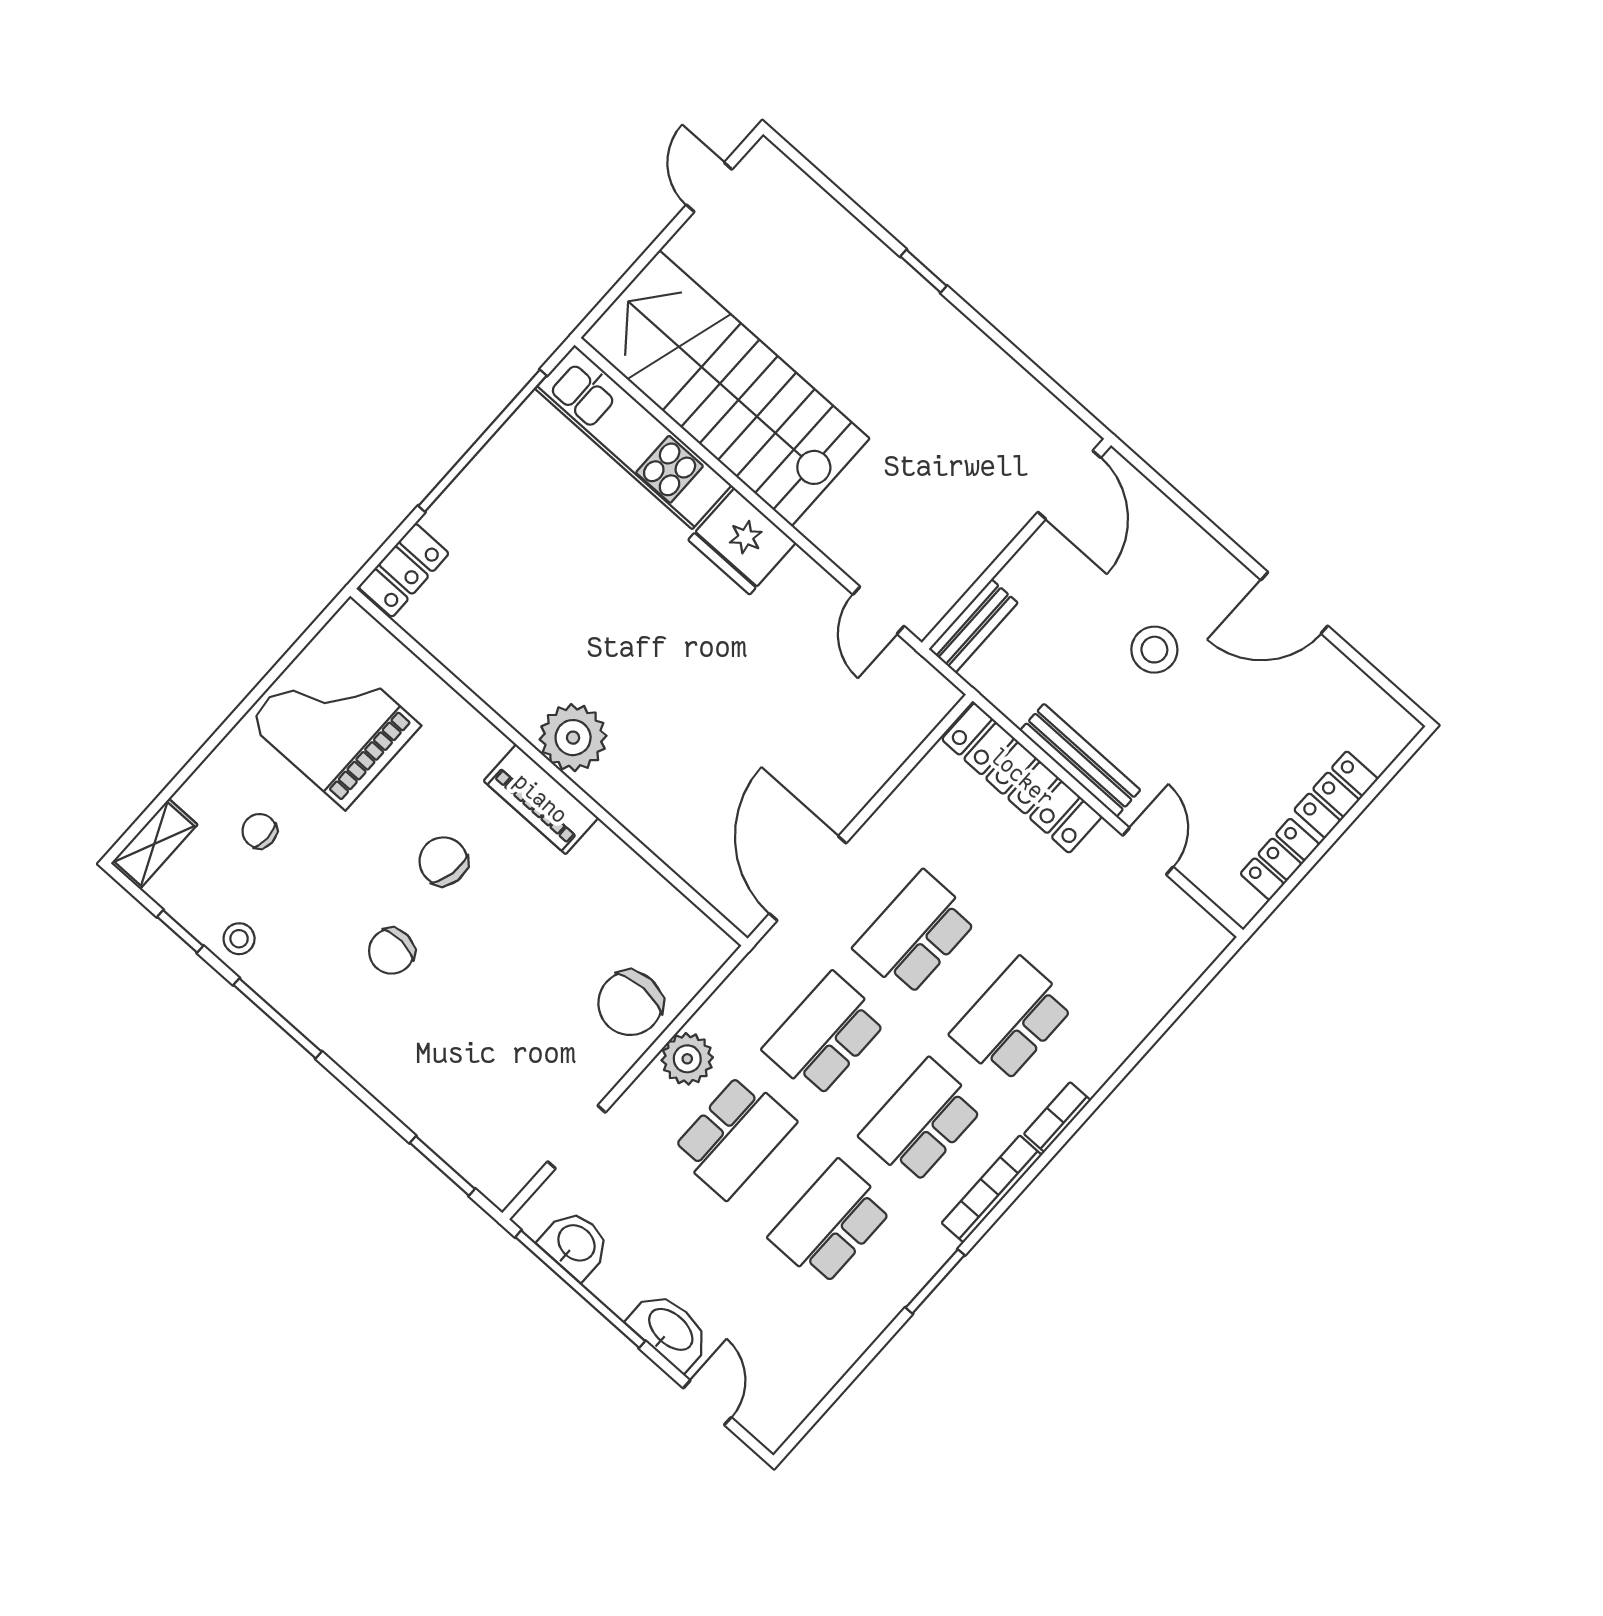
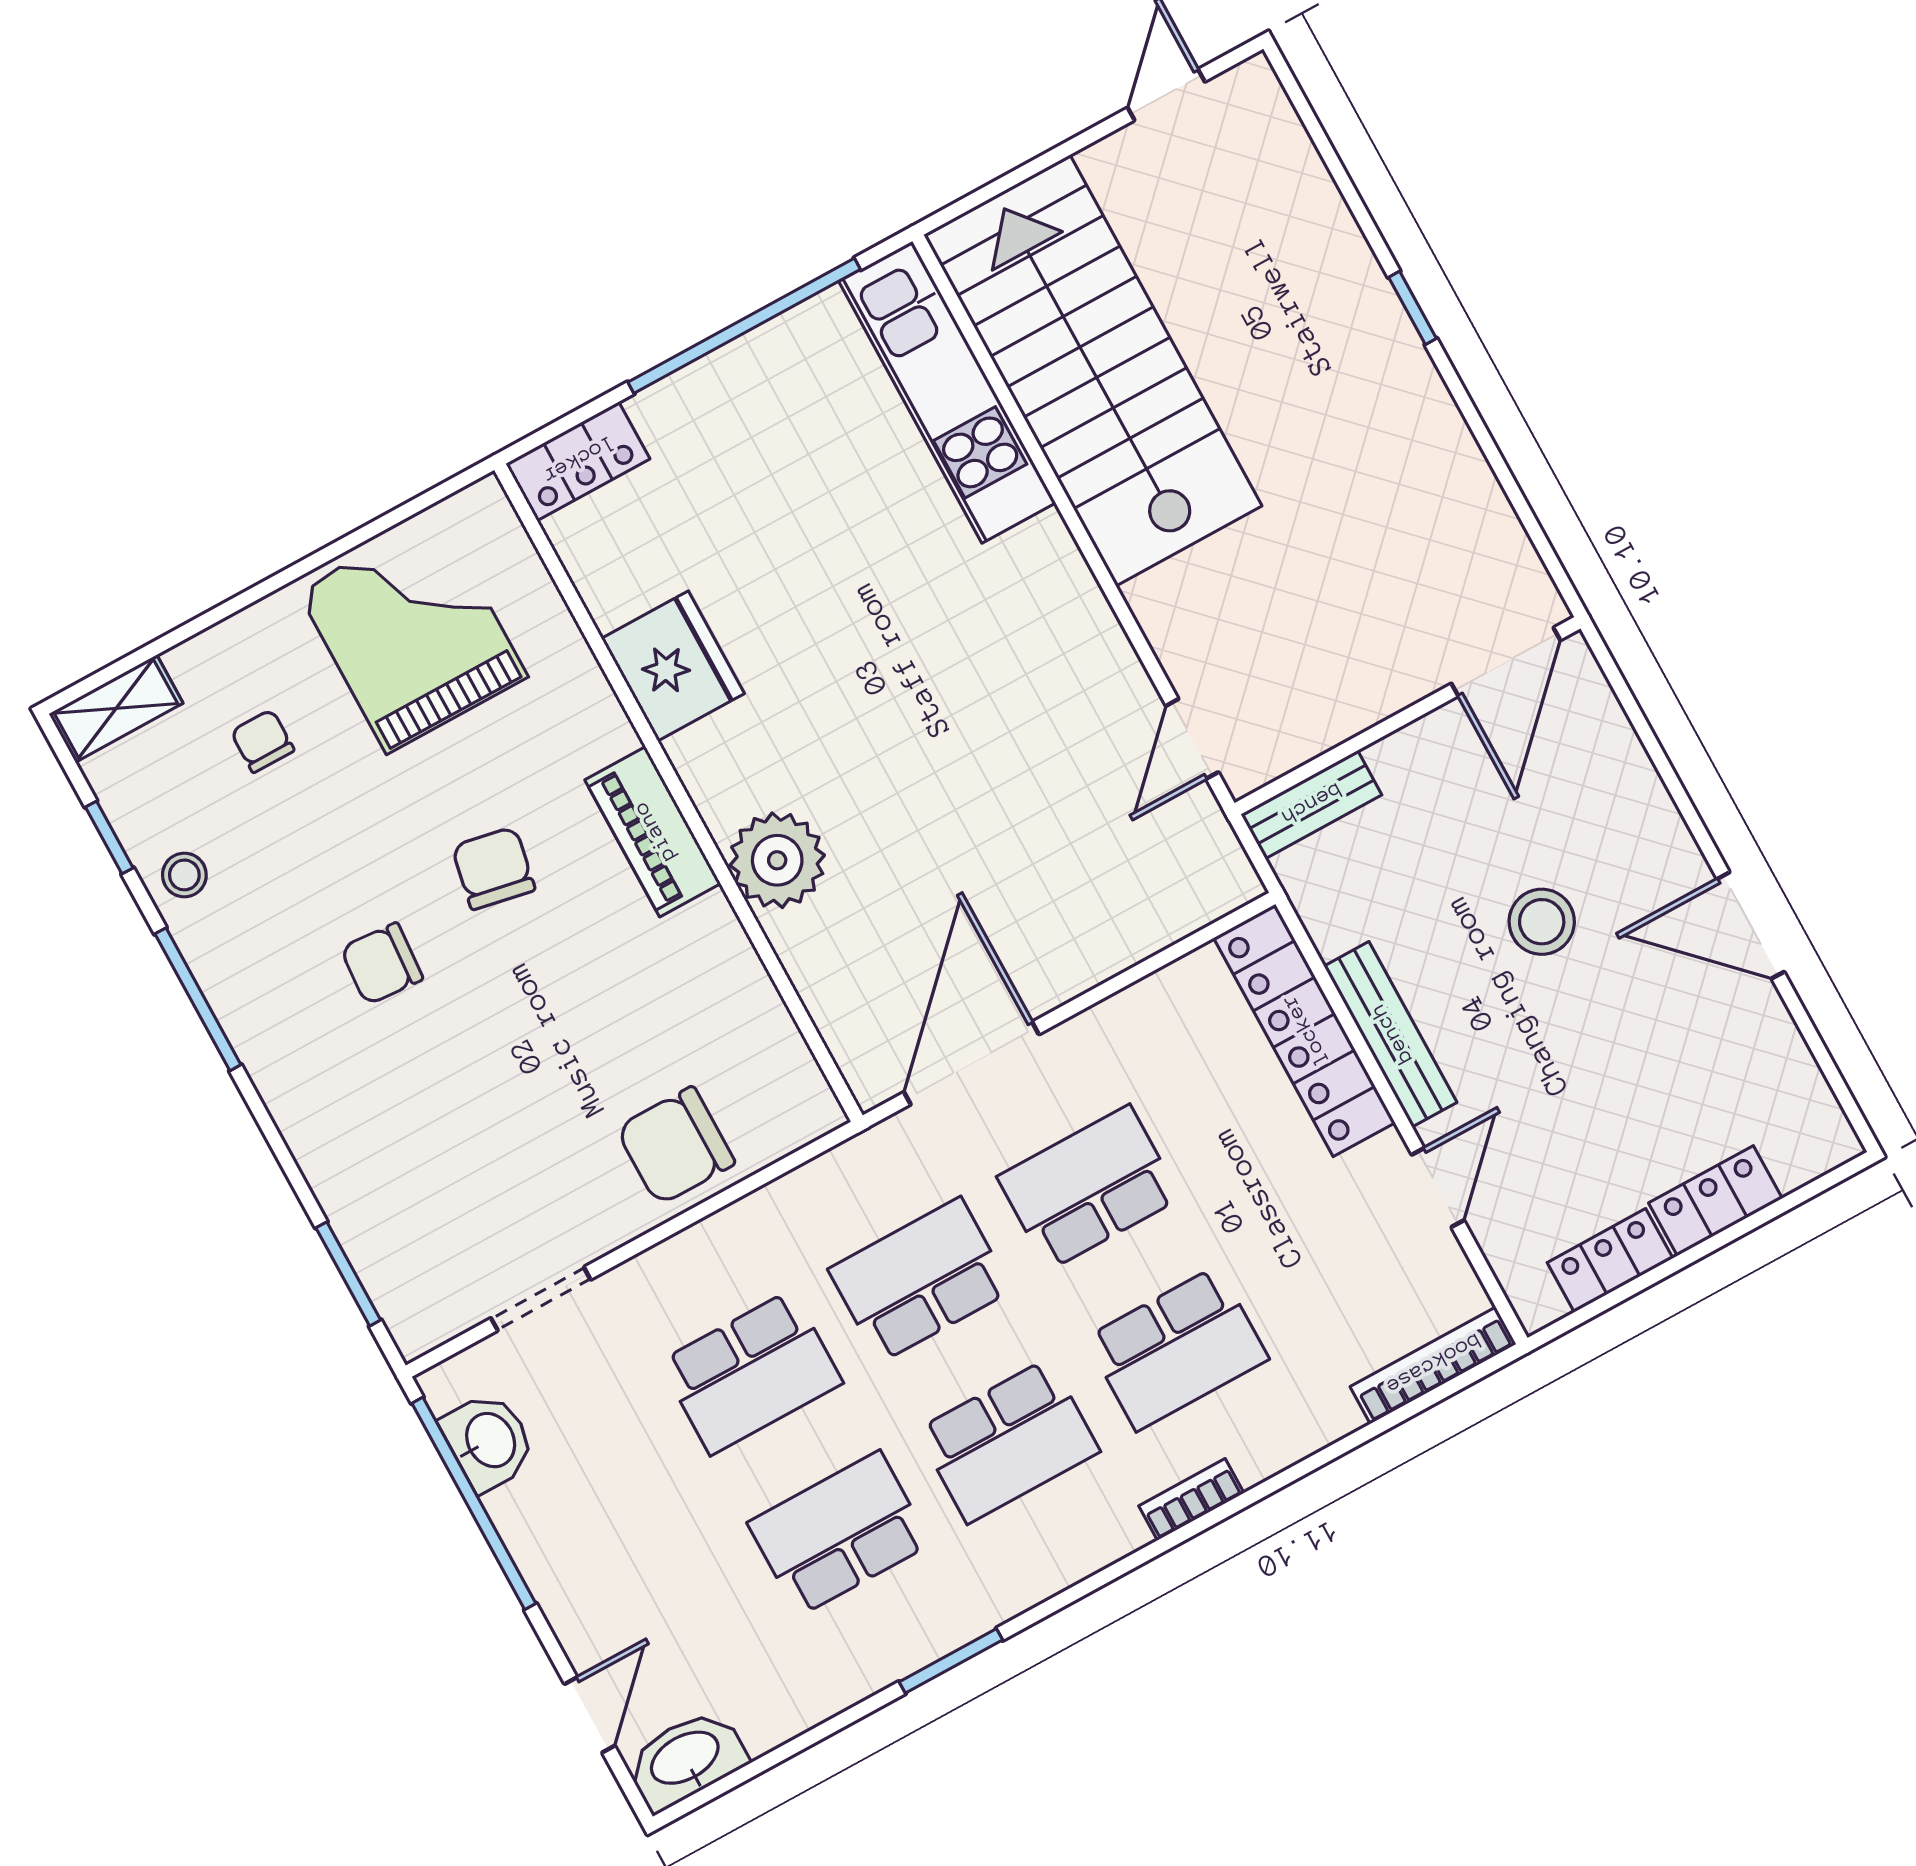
fridge: (742, 541) -> (673, 666), moved, turned 180
plant: (573, 738) -> (777, 860), moved
school desk: (1012, 1020) -> (1177, 1348), turned 180
plant: (687, 1059) -> (725, 1247), removed
school desk: (921, 1121) -> (1008, 1441), turned 180
bookcase: (992, 1189) -> (1433, 1365), moved
washbasin: (670, 1330) -> (686, 1759), moved, turned -90

